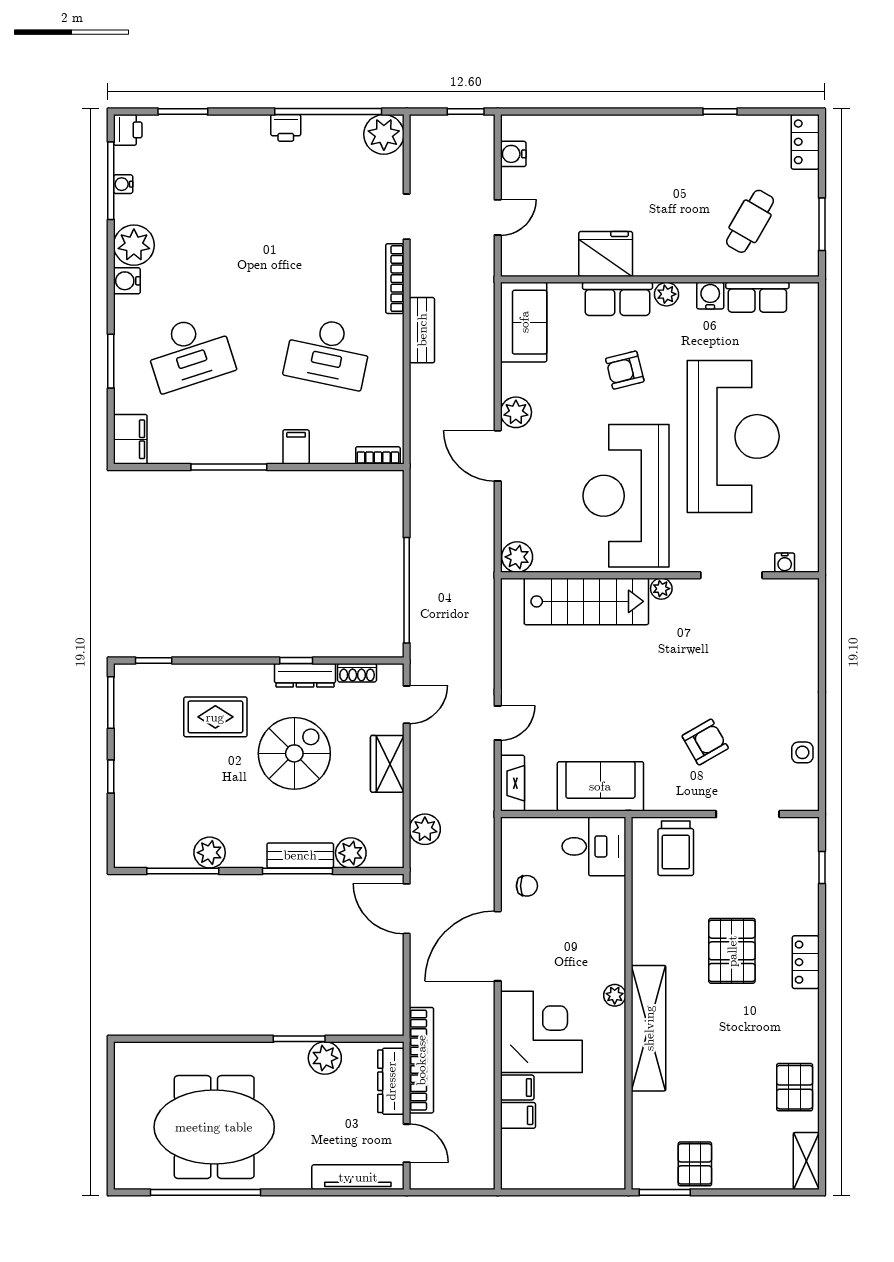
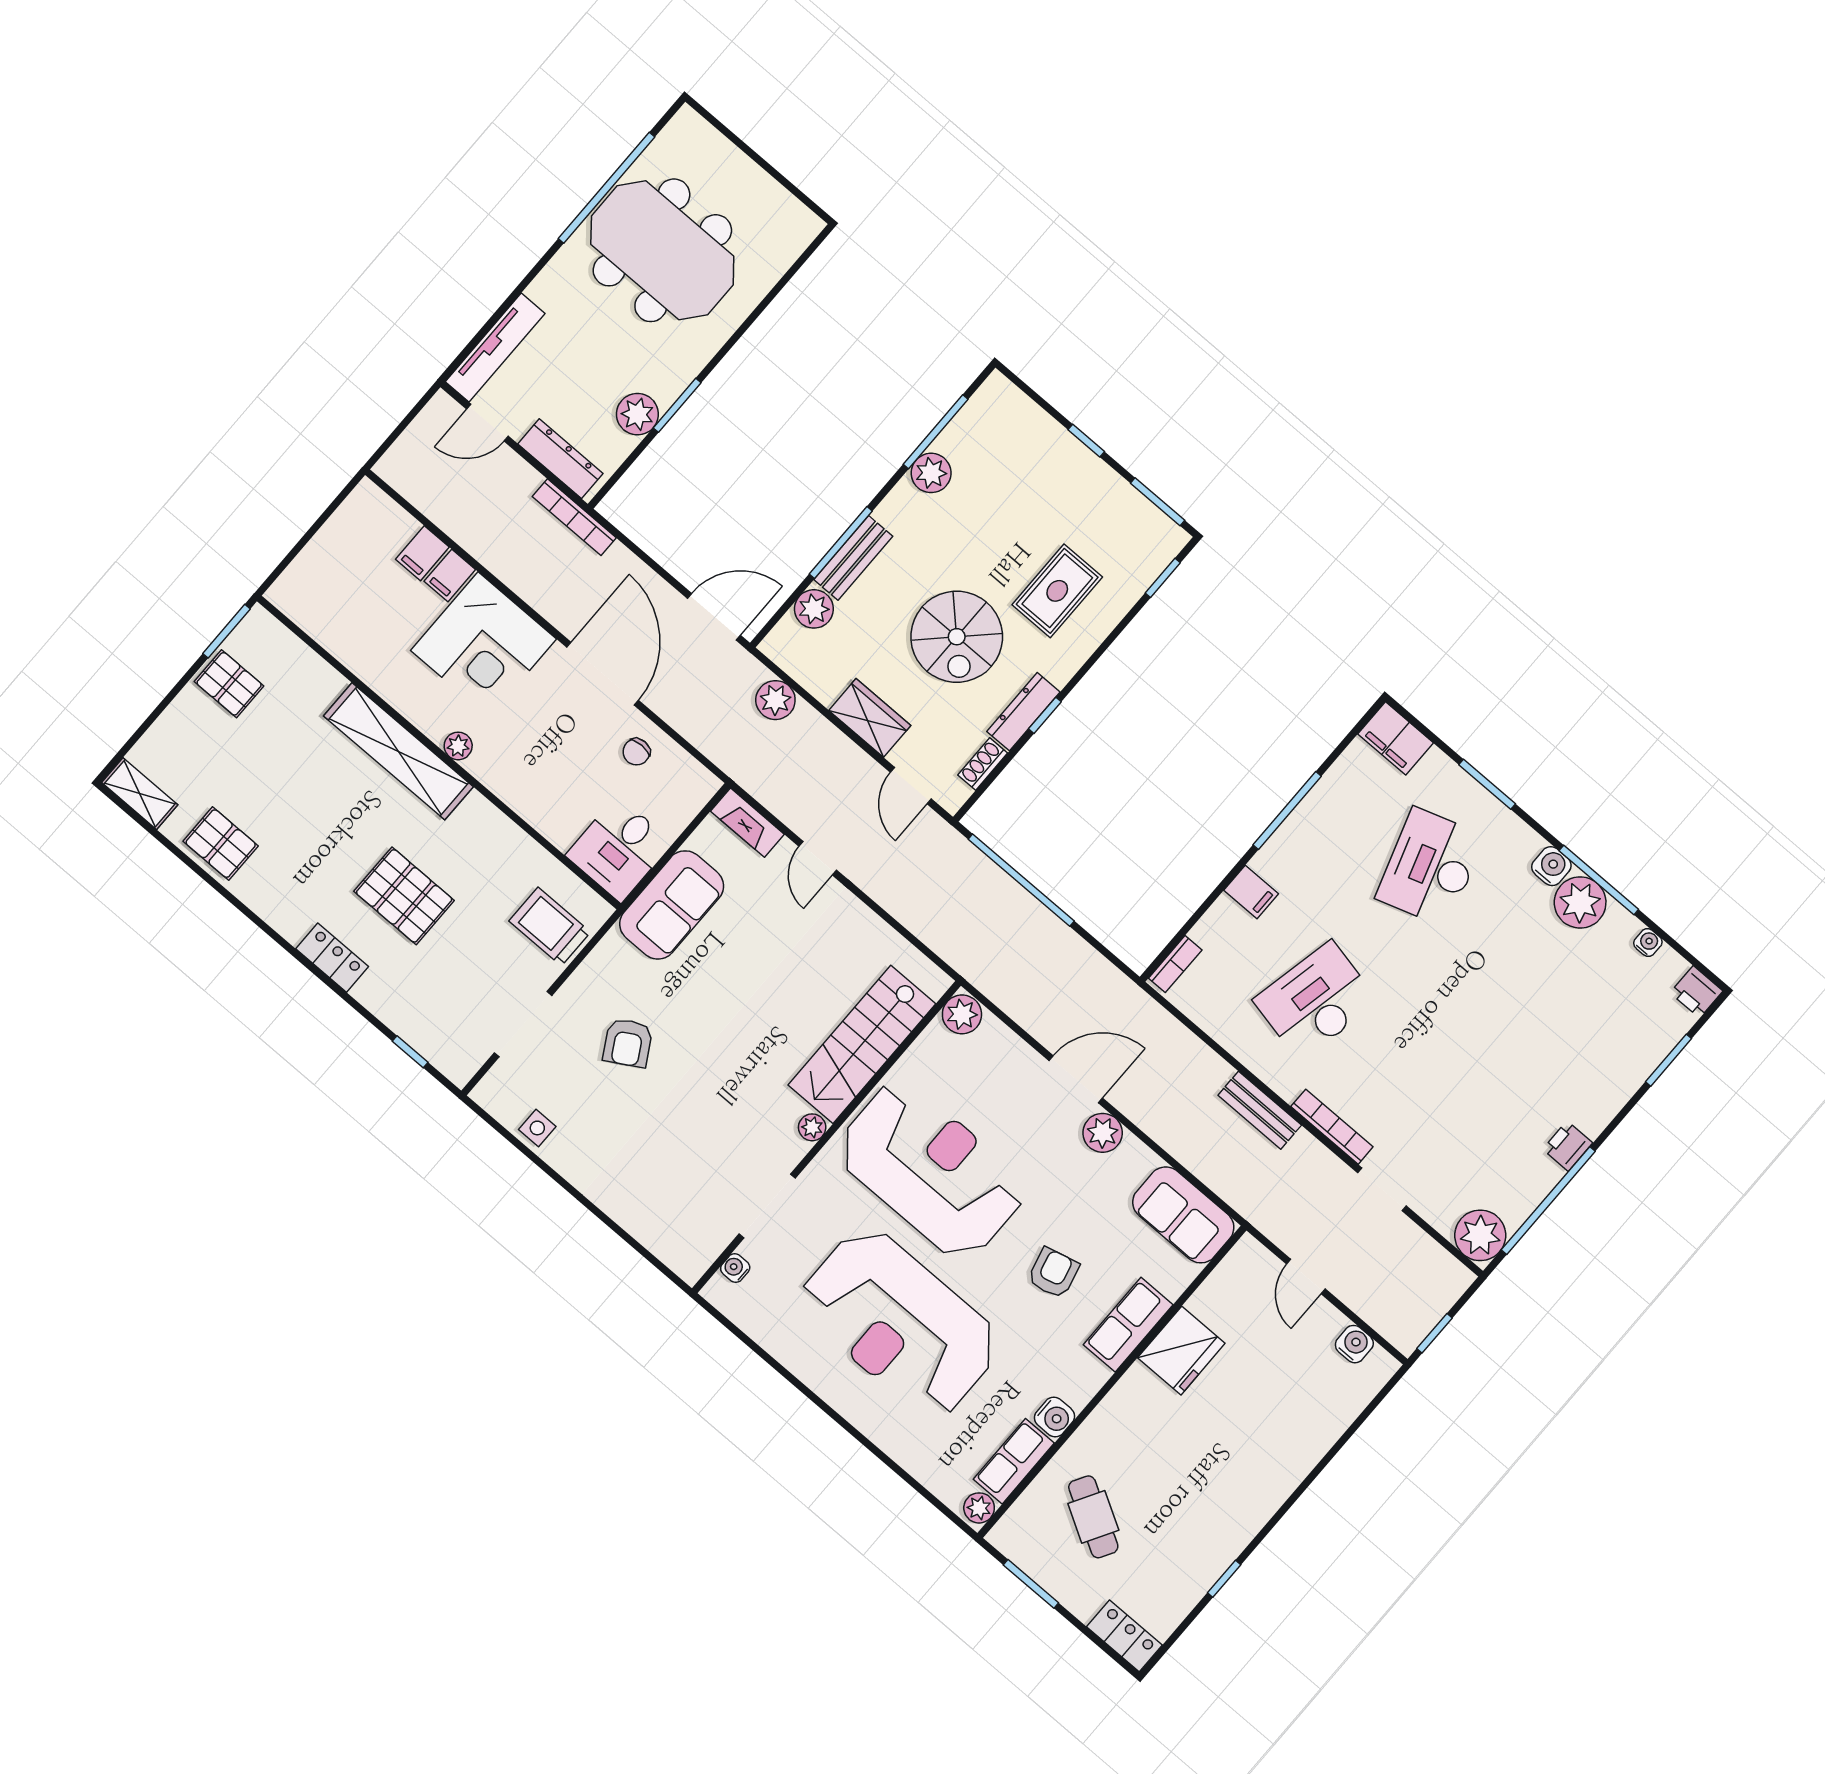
window: (111, 181) -> (1599, 880), moved
plant: (667, 294) -> (979, 1508), moved
bookcase: (421, 1060) -> (574, 517), width x0.68, depth x0.76
meeting table: (214, 1127) -> (662, 250), turned 90

